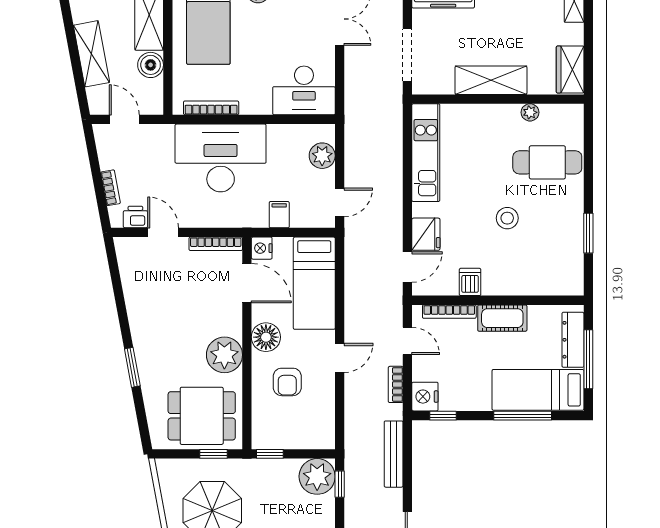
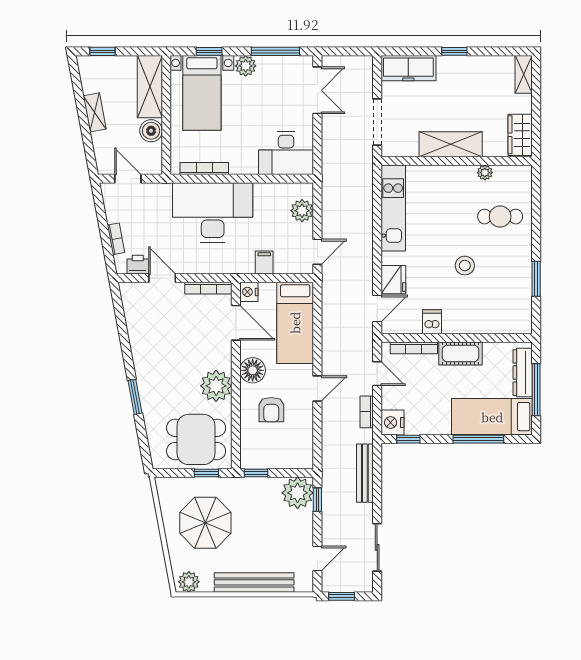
shelving: (91, 54) -> (95, 112), width x0.67, depth x0.75
cafe table: (547, 162) -> (500, 217), width x0.73, depth x0.74

